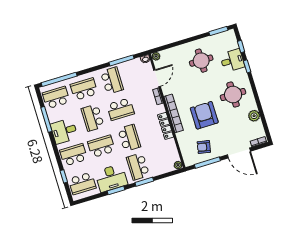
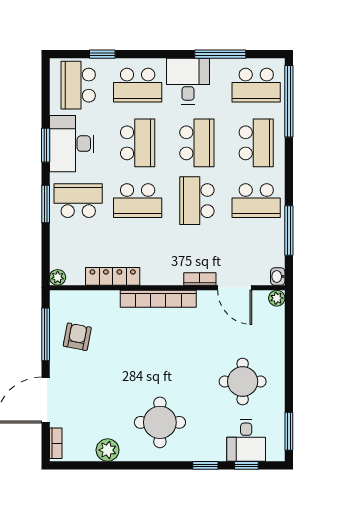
desk: (232, 61) -> (246, 440), moved
school desk: (56, 98) -> (256, 85), turned 90
armchair: (204, 115) -> (137, 356), removed
school desk: (93, 118) -> (197, 143), turned 90
locker: (166, 126) -> (113, 276), moved
school desk: (74, 155) -> (138, 85), turned 90

